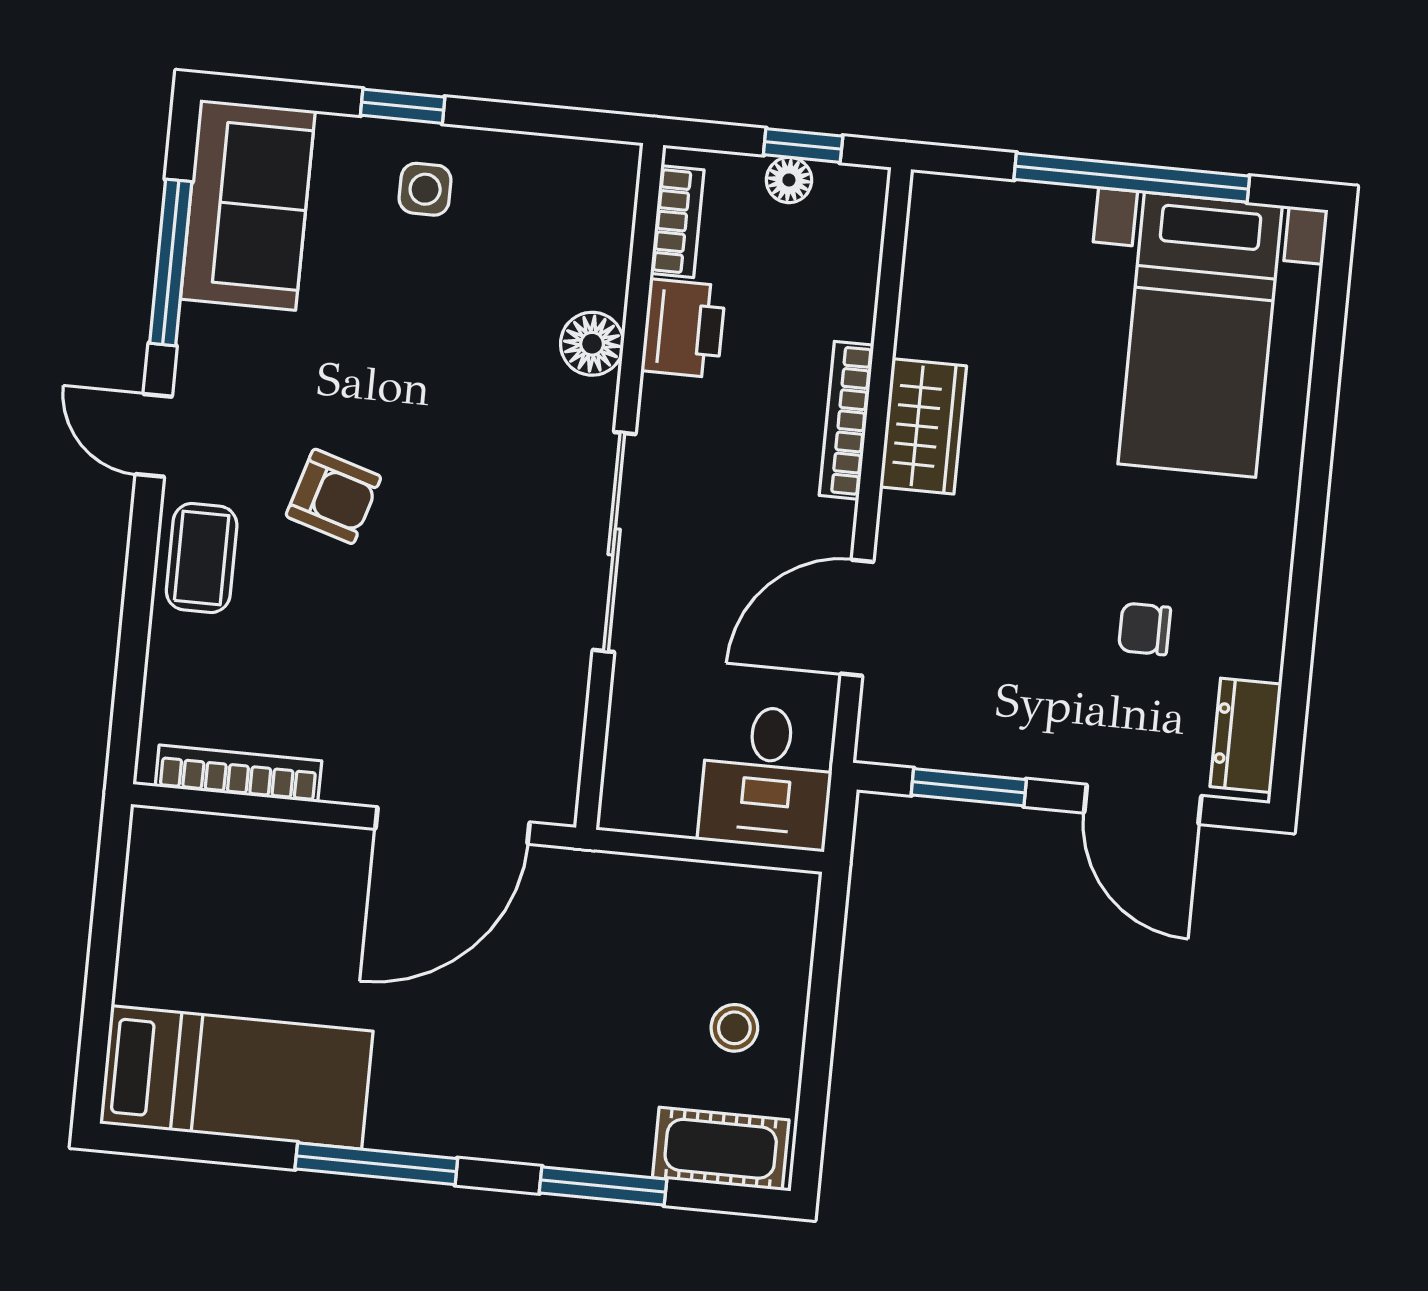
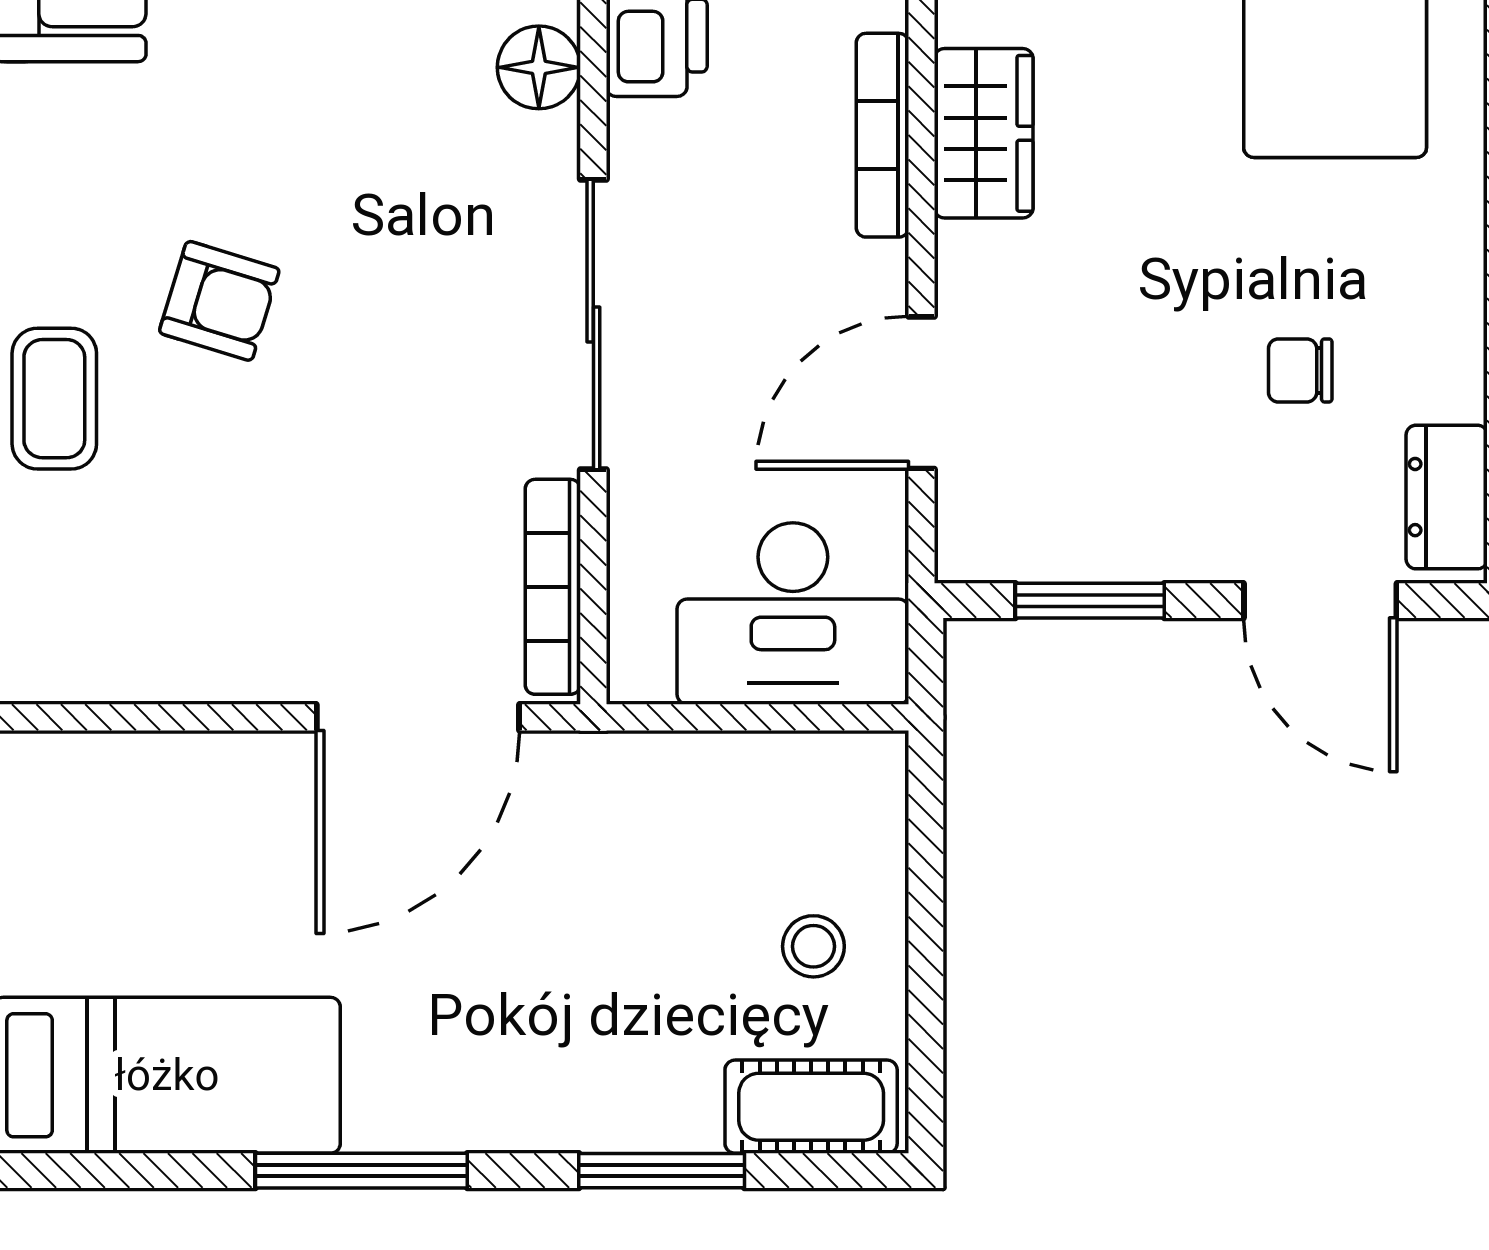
bookcase: (238, 774) -> (553, 587), moved, turned -90
desk: (767, 777) -> (793, 613), width x1.37

